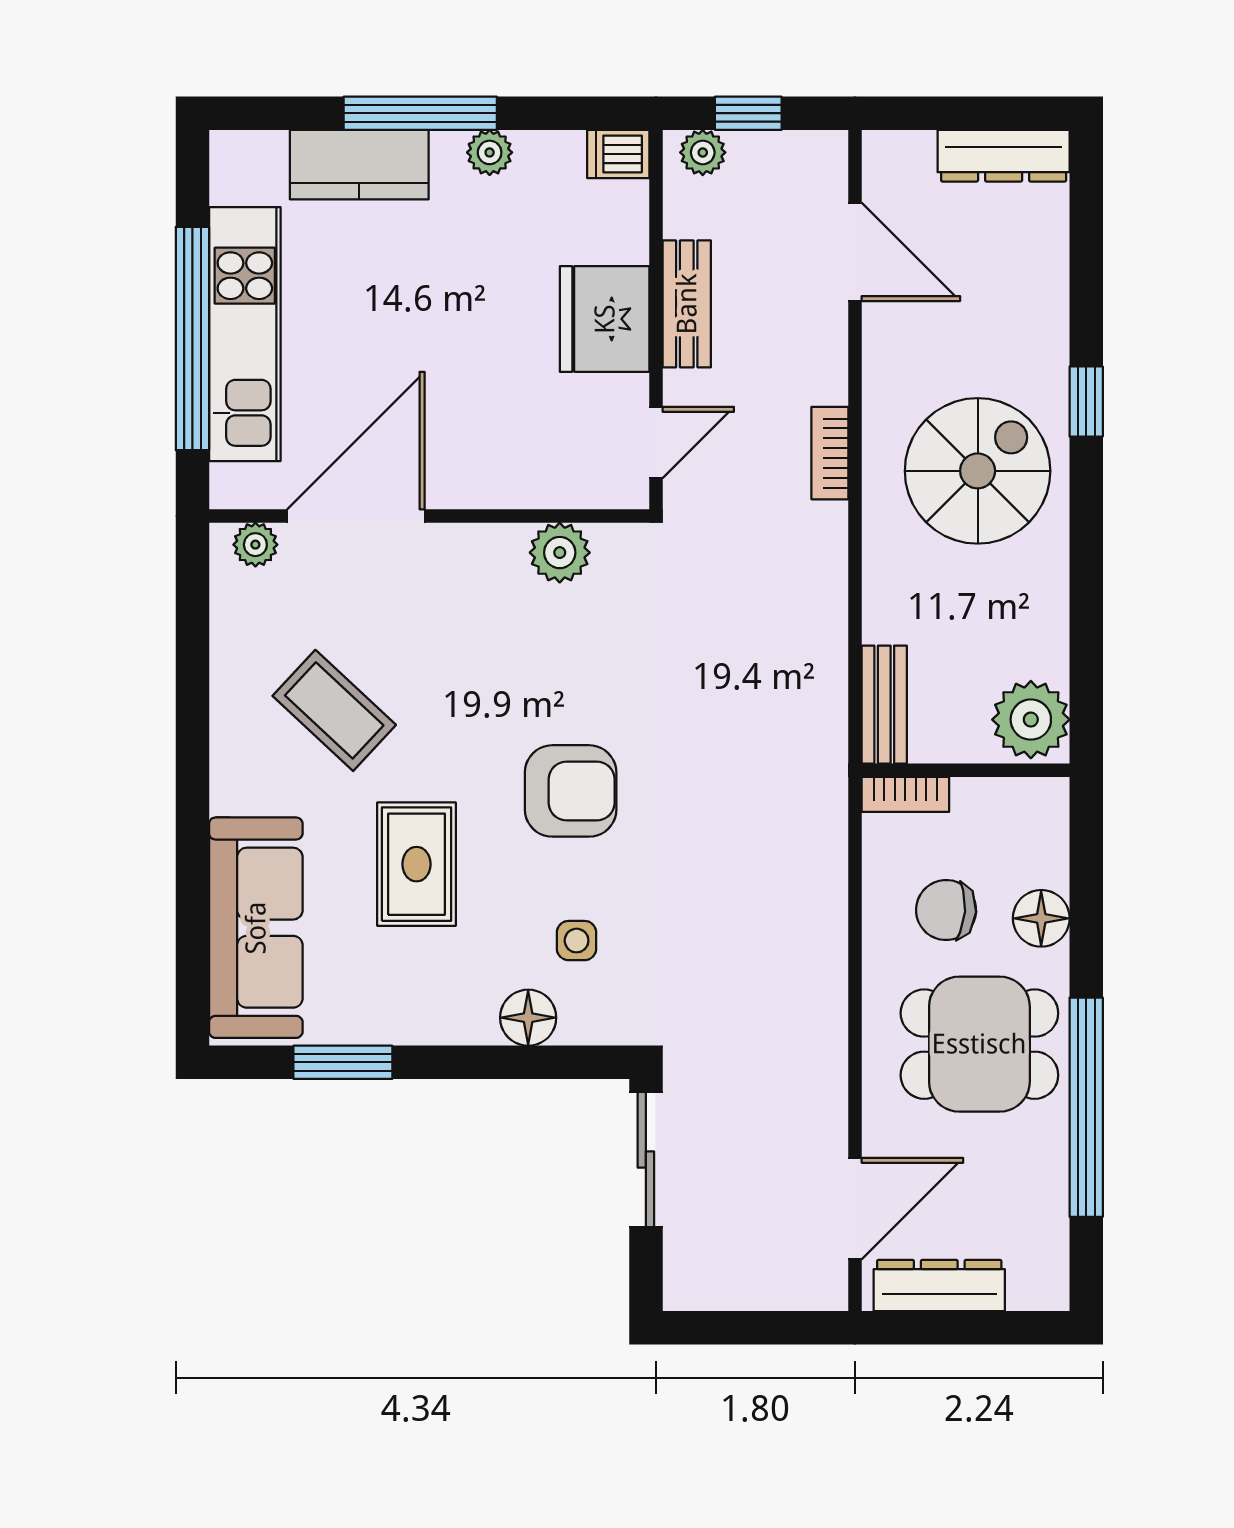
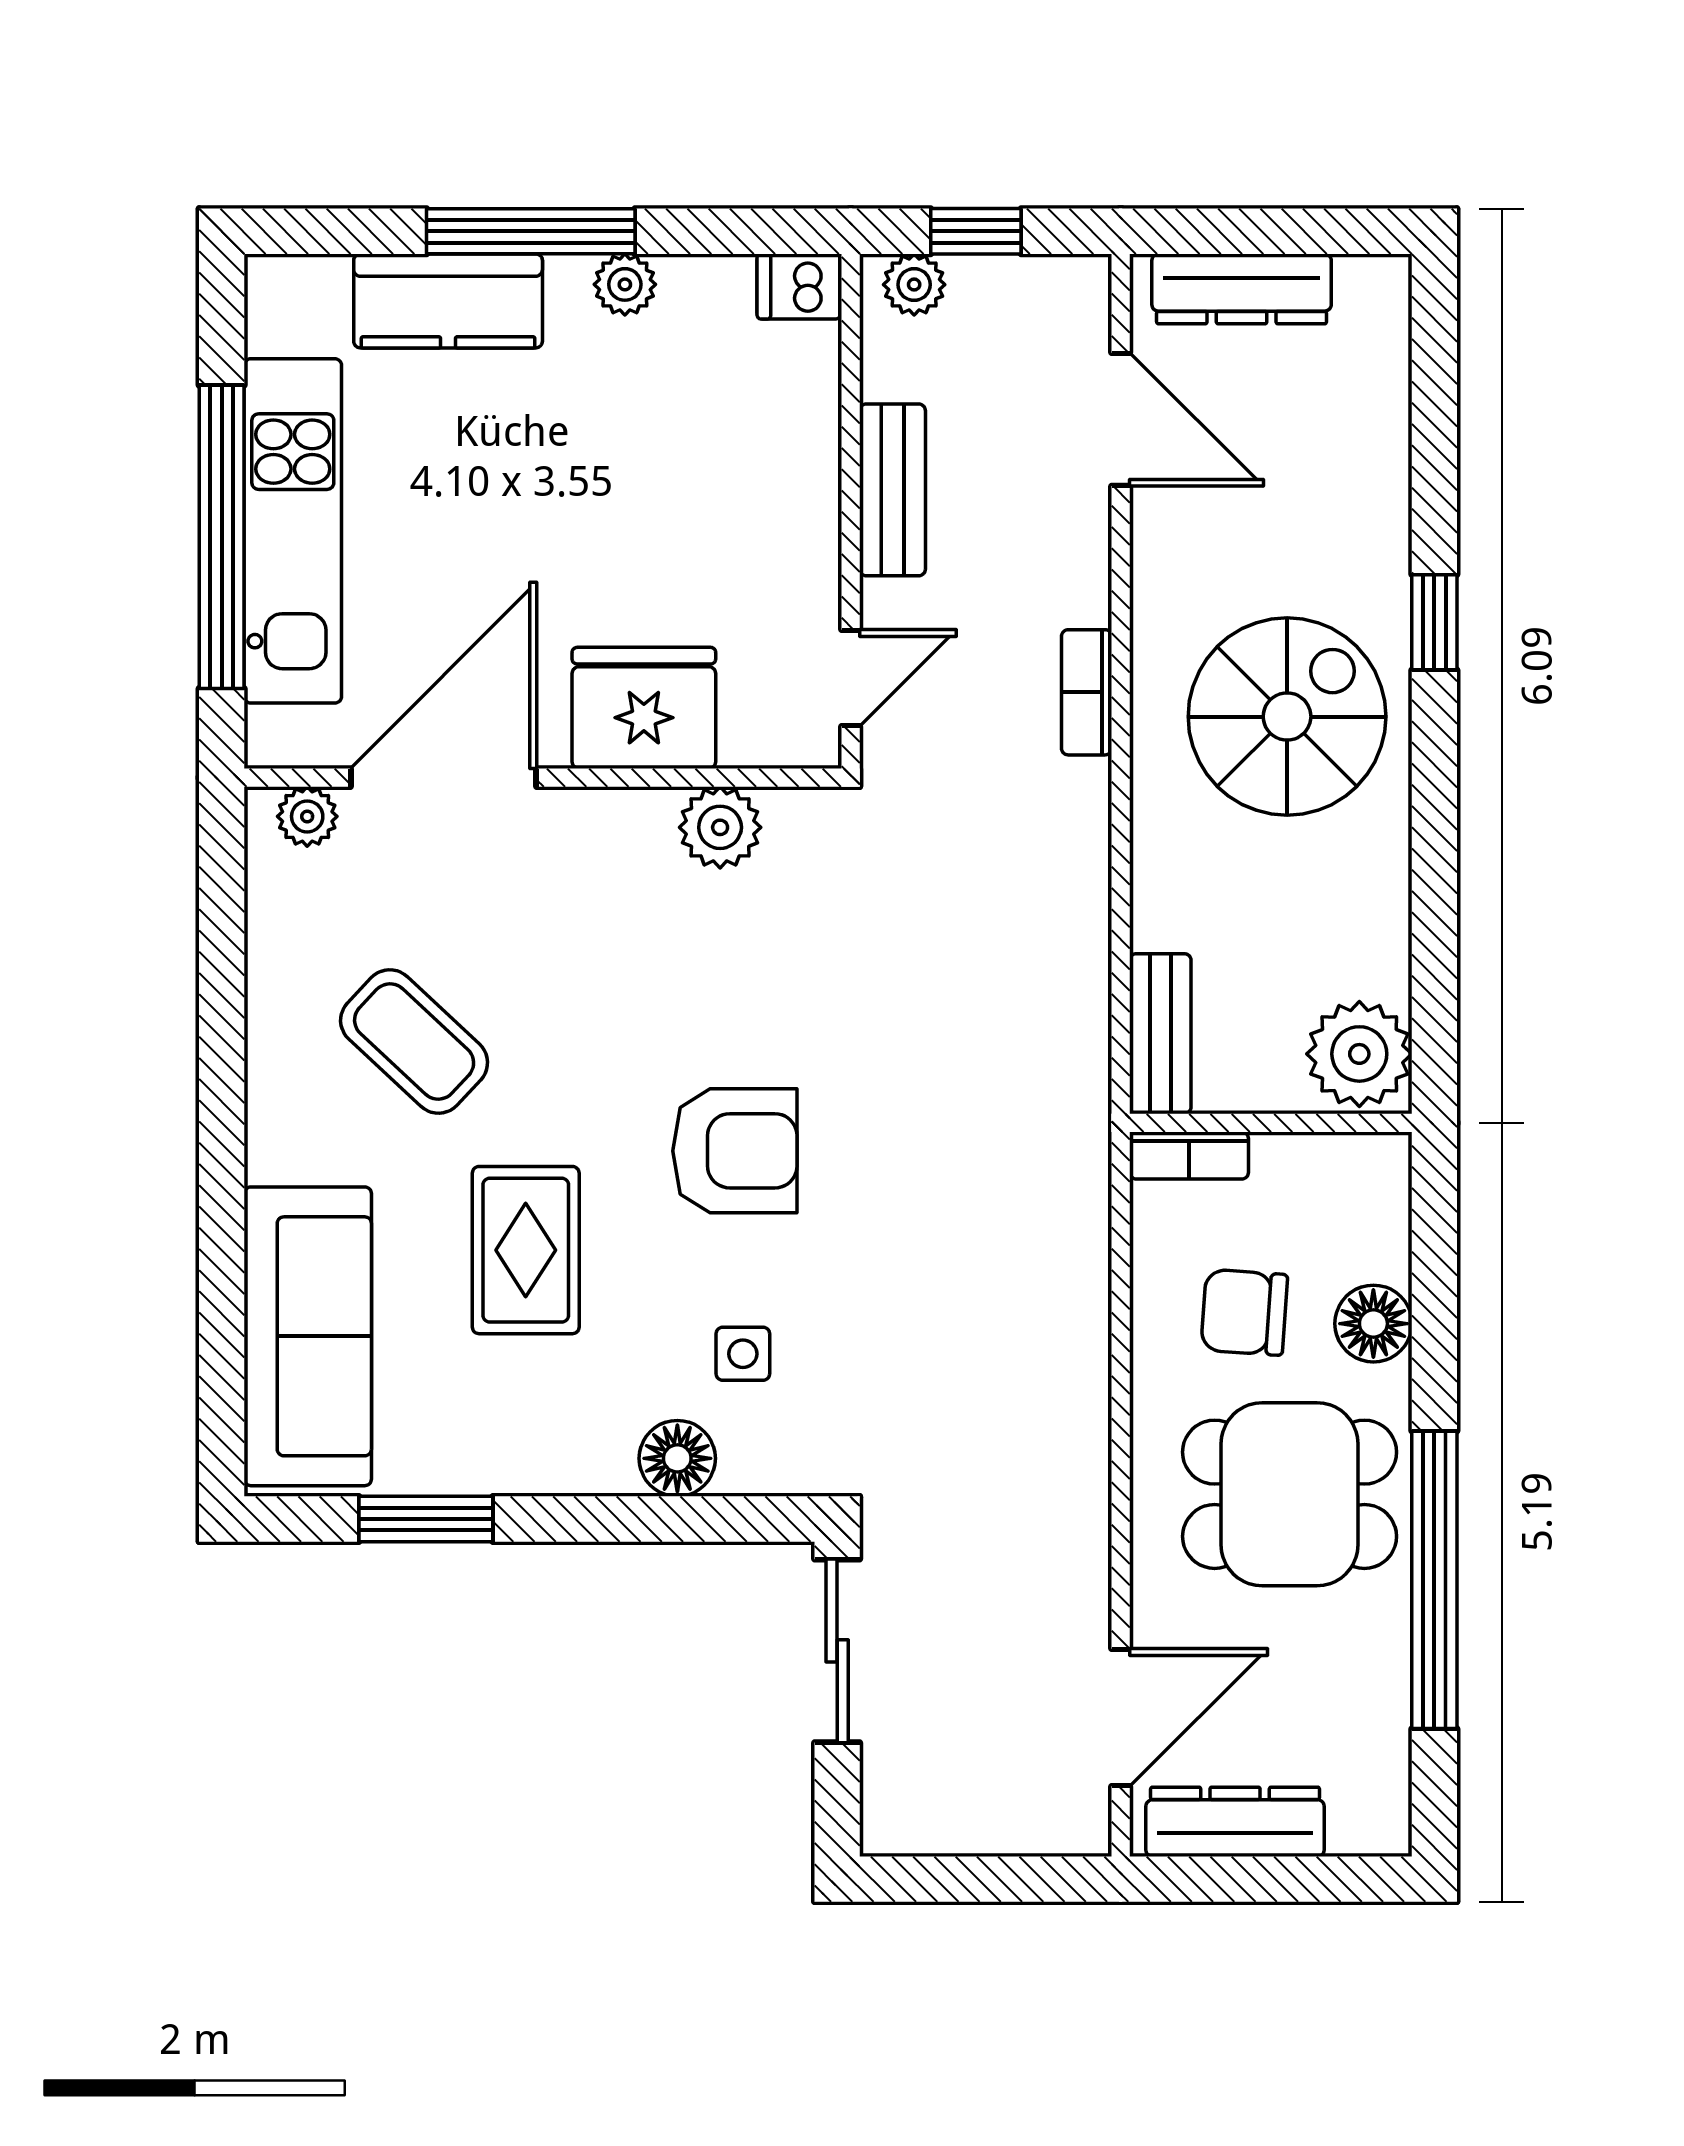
dresser: (1004, 156) -> (1242, 289), moved
fridge: (605, 319) -> (644, 708), moved, turned 90

